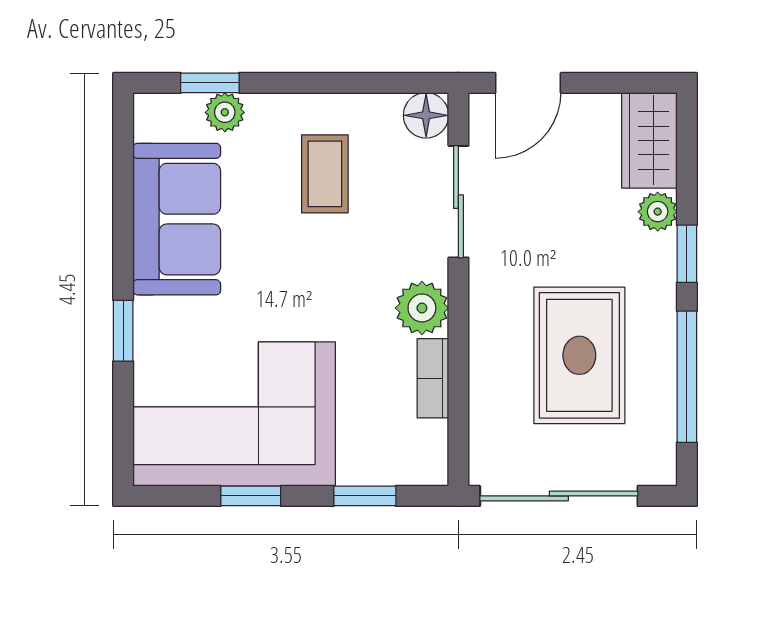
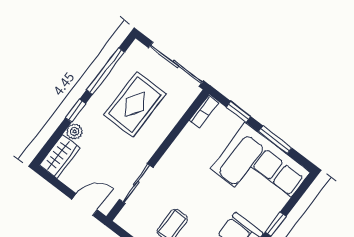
floor lamp: (426, 115) -> (125, 219), removed
plant: (422, 308) -> (174, 158), removed
bookcase: (433, 378) -> (204, 112), moved
window: (251, 496) -> (275, 140), width x1.50

